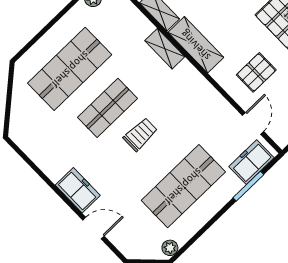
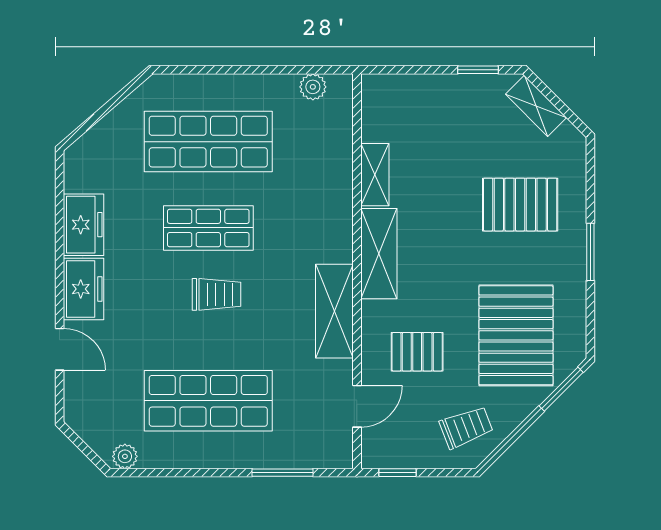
shelving: (165, 49) -> (334, 311), moved, width x1.50, depth x1.33
freezer: (251, 162) -> (84, 225), moved, turned 90

